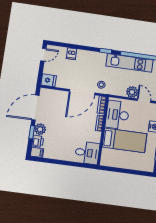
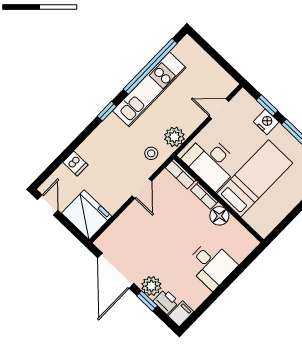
fridge: (49, 80) -> (87, 215), width x1.88, depth x1.34
door: (82, 92) -> (142, 188), width x0.53
plant: (132, 92) -> (174, 137), moved
floor lamp: (96, 137) -> (219, 216), added
desk: (87, 153) -> (211, 265), moved, turned 90

